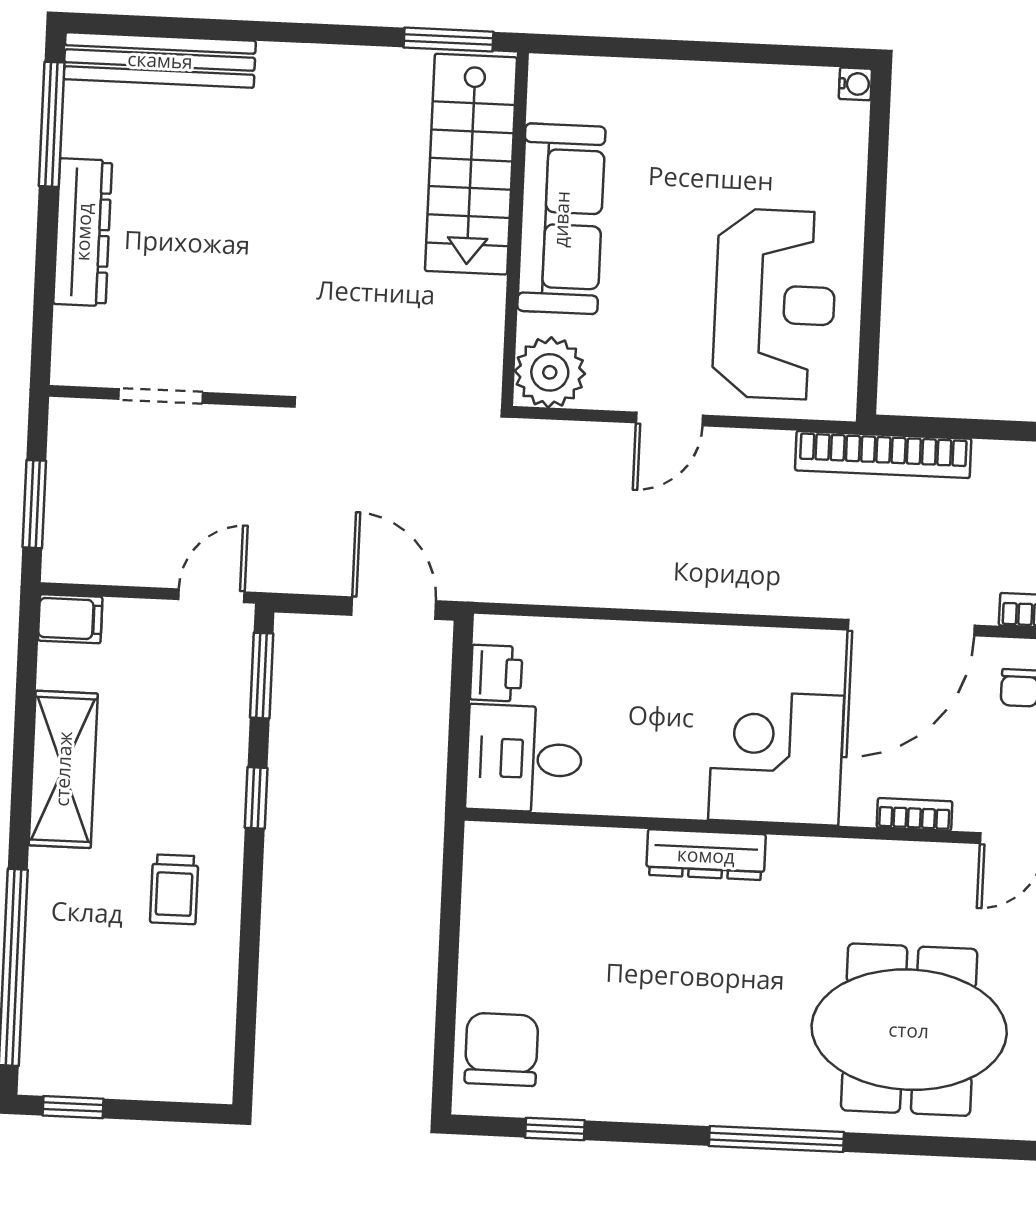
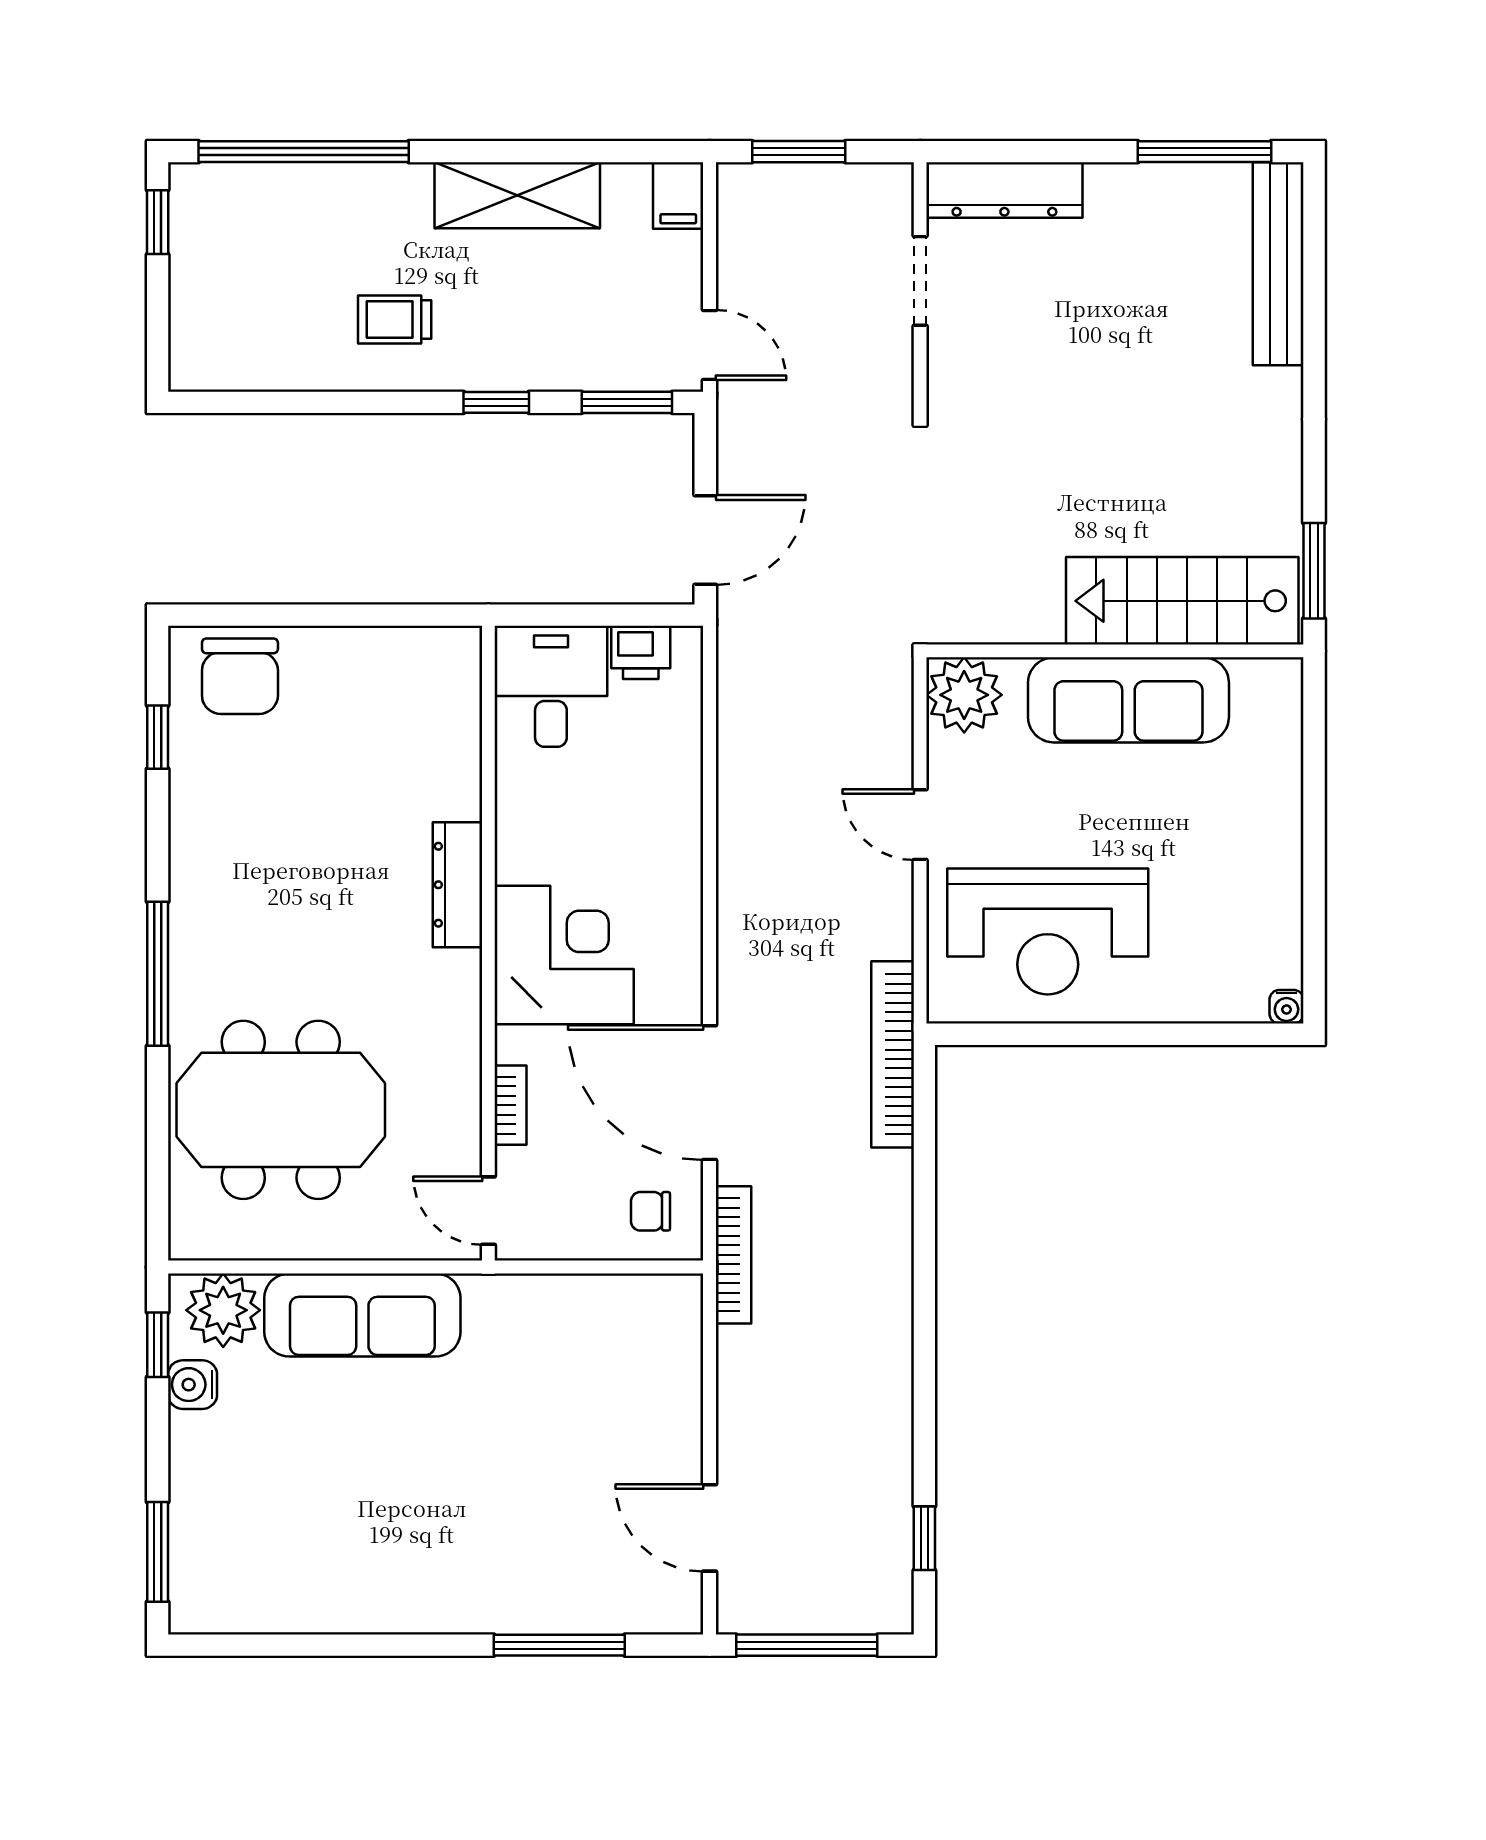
dresser: (83, 232) -> (1004, 190), moved
meeting table: (909, 1030) -> (281, 1110), turned 90
chair: (501, 1049) -> (240, 676), turned 90

